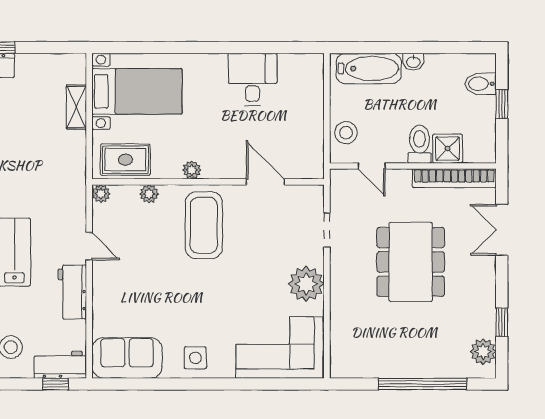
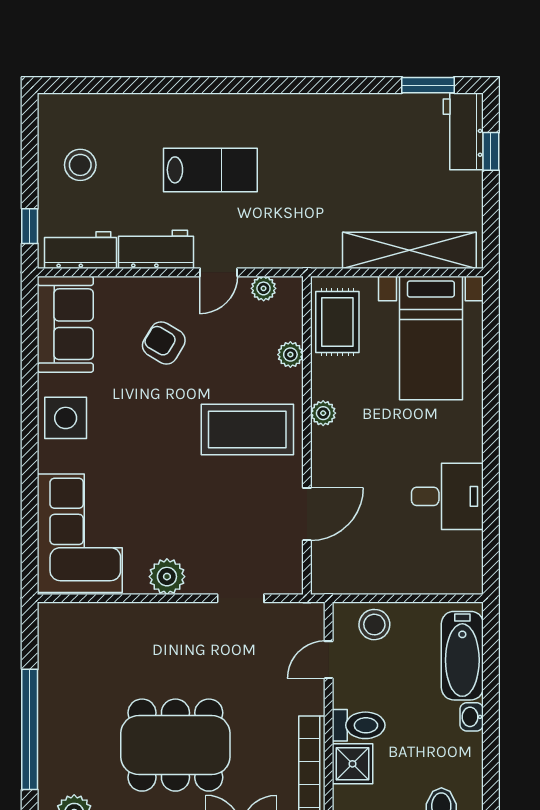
shelving: (76, 107) -> (409, 250), width x2.20, depth x1.33
plant: (101, 194) -> (264, 288), moved
dining table: (411, 262) -> (175, 745), moved
plant: (306, 284) -> (167, 577), width x0.73, depth x0.73
armchair: (141, 286) -> (164, 343), added
side table: (195, 358) -> (66, 418), width x1.37, depth x1.37
workbench: (60, 365) -> (80, 250), moved, turned -90

